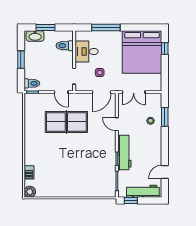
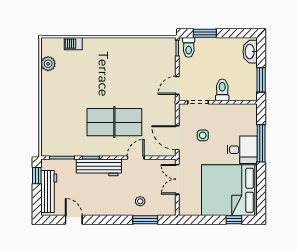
window: (46, 28) -> (261, 80), moved
toilet: (65, 46) -> (222, 90), moved
desk: (87, 51) -> (242, 150), moved, turned 90
window: (21, 60) -> (205, 33), moved
table tennis table: (66, 122) -> (114, 122), moved, turned 90
plant: (30, 192) -> (48, 64), moved

